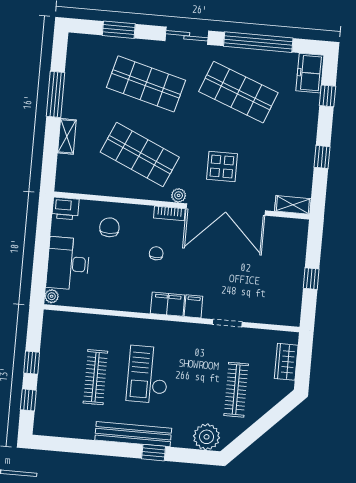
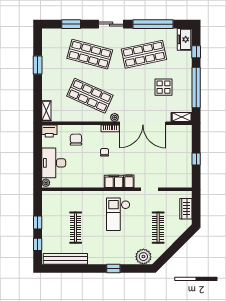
shop shelf: (238, 92) -> (144, 54), turned -33
window: (56, 94) -> (38, 65), width x0.69
shelving: (67, 136) -> (46, 111), moved
window: (322, 157) -> (196, 88), width x3.17
display table: (222, 166) -> (163, 87), moved
checkout: (148, 375) -> (118, 214), moved
bench: (133, 434) -> (65, 259), moved

